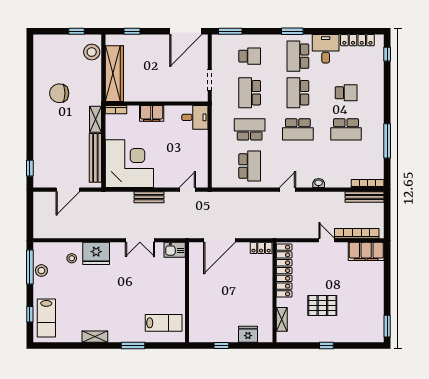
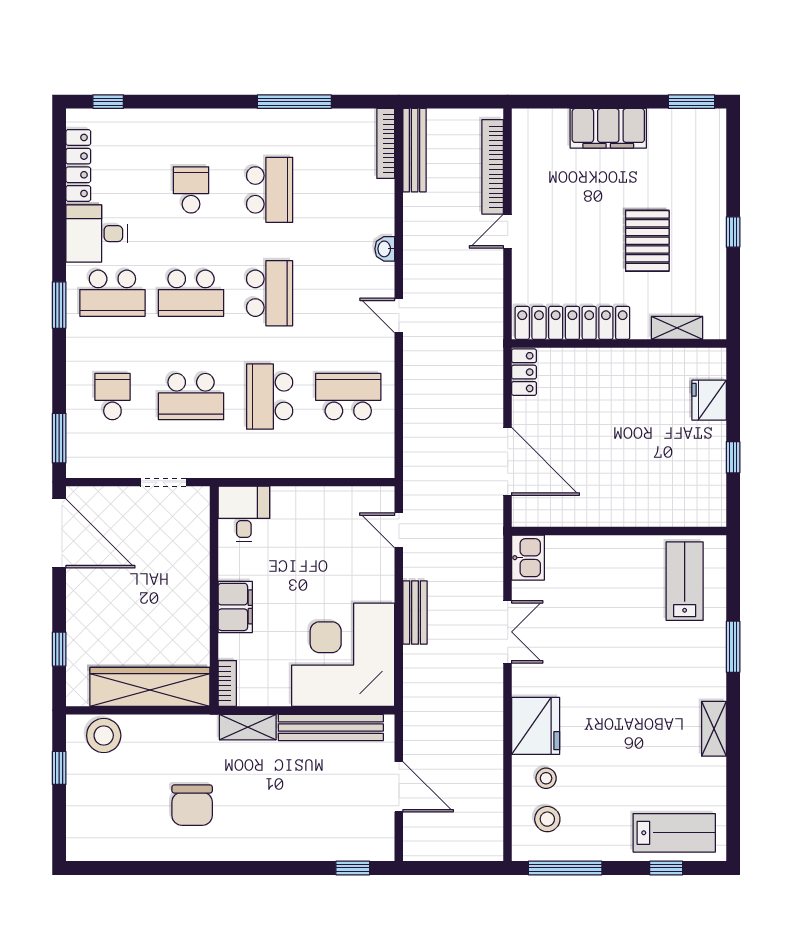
filing cabinet: (366, 251) -> (608, 128), moved, turned 90
stool: (41, 271) -> (547, 819), moved

